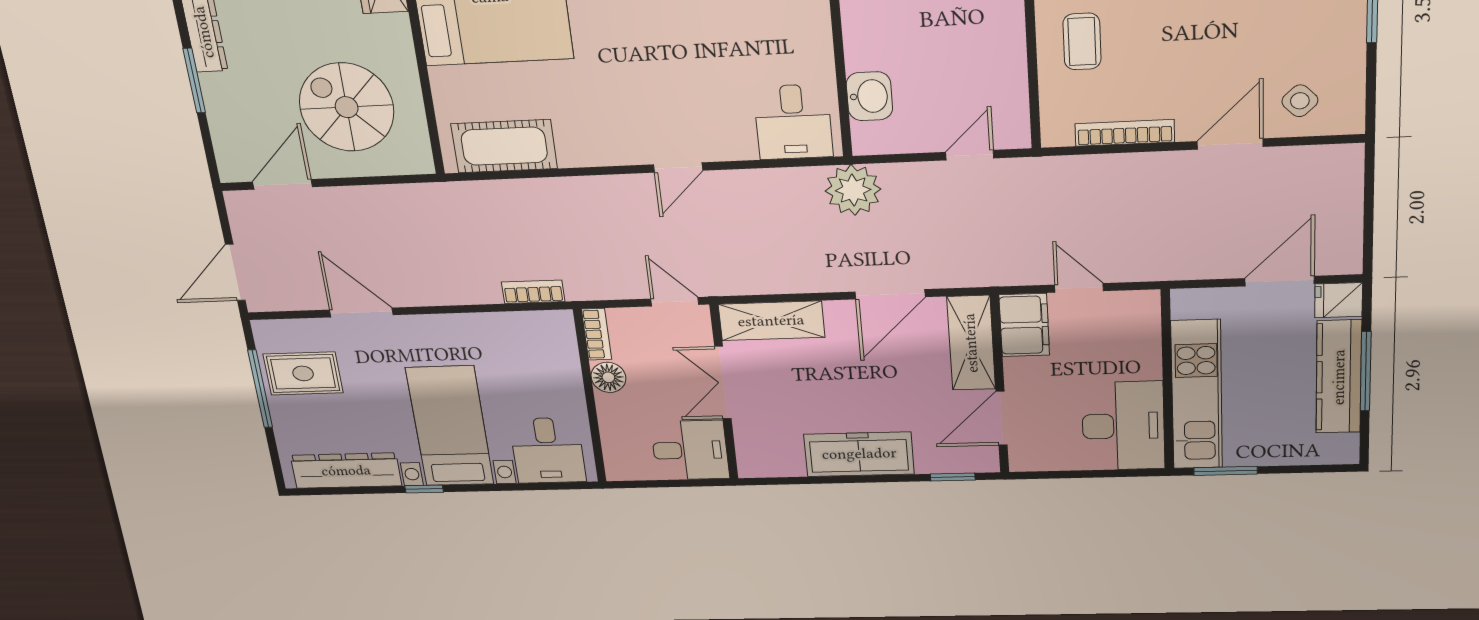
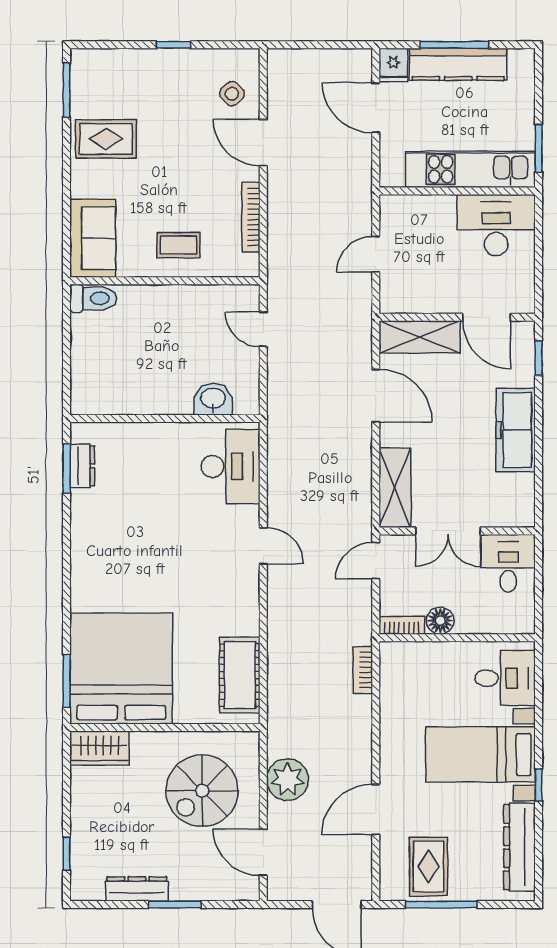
desk: (793, 122) -> (231, 466), width x1.37
plant: (853, 190) -> (288, 780), moved
filing cabinet: (1024, 325) -> (406, 296), removed

